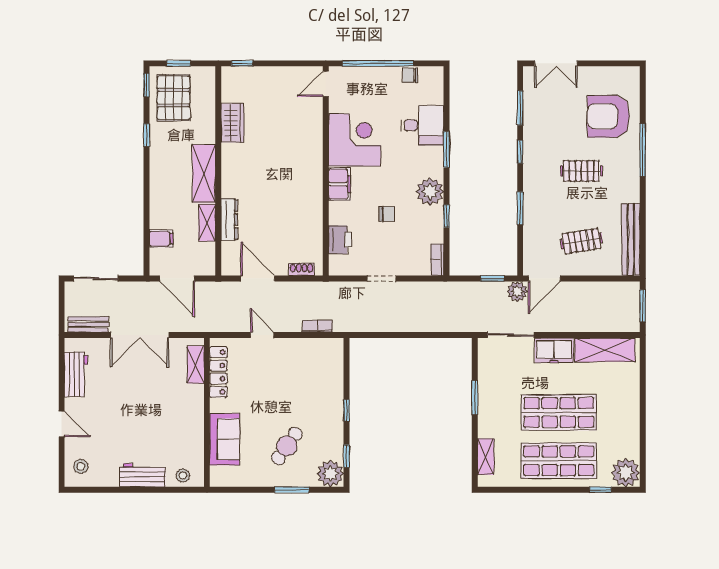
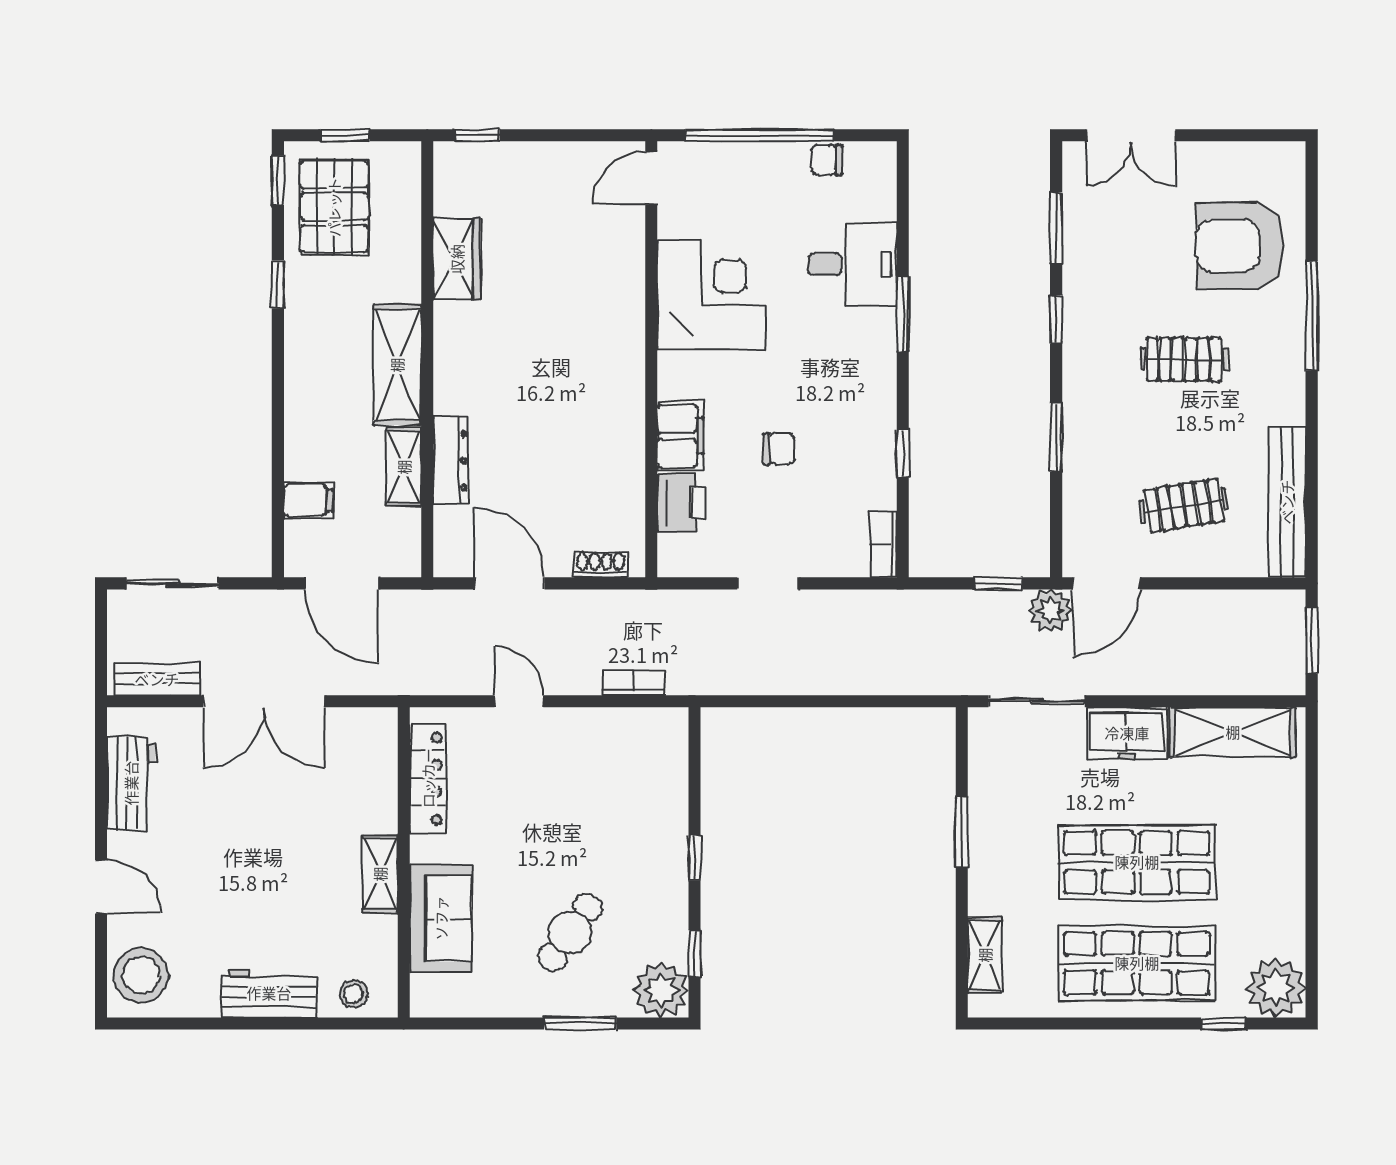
filing cabinet: (340, 184) -> (680, 436), moved
plant: (430, 192) -> (868, 402), removed
shelving: (196, 365) -> (380, 874), moved
stool: (81, 466) -> (141, 975), width x1.89, depth x1.89

